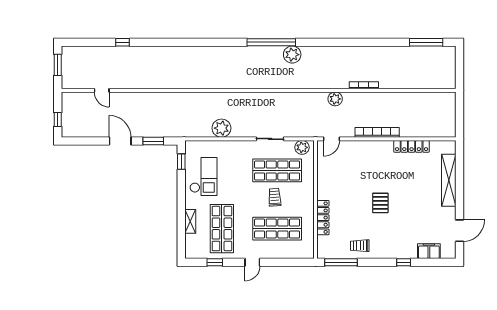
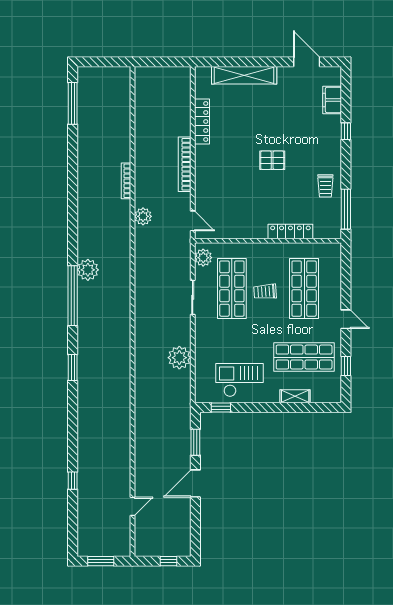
window: (214, 42) -> (73, 367), added

